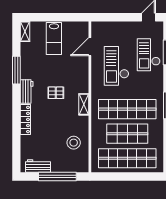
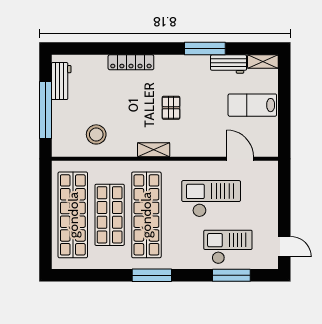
workbench: (27, 92) -> (229, 64), moved

